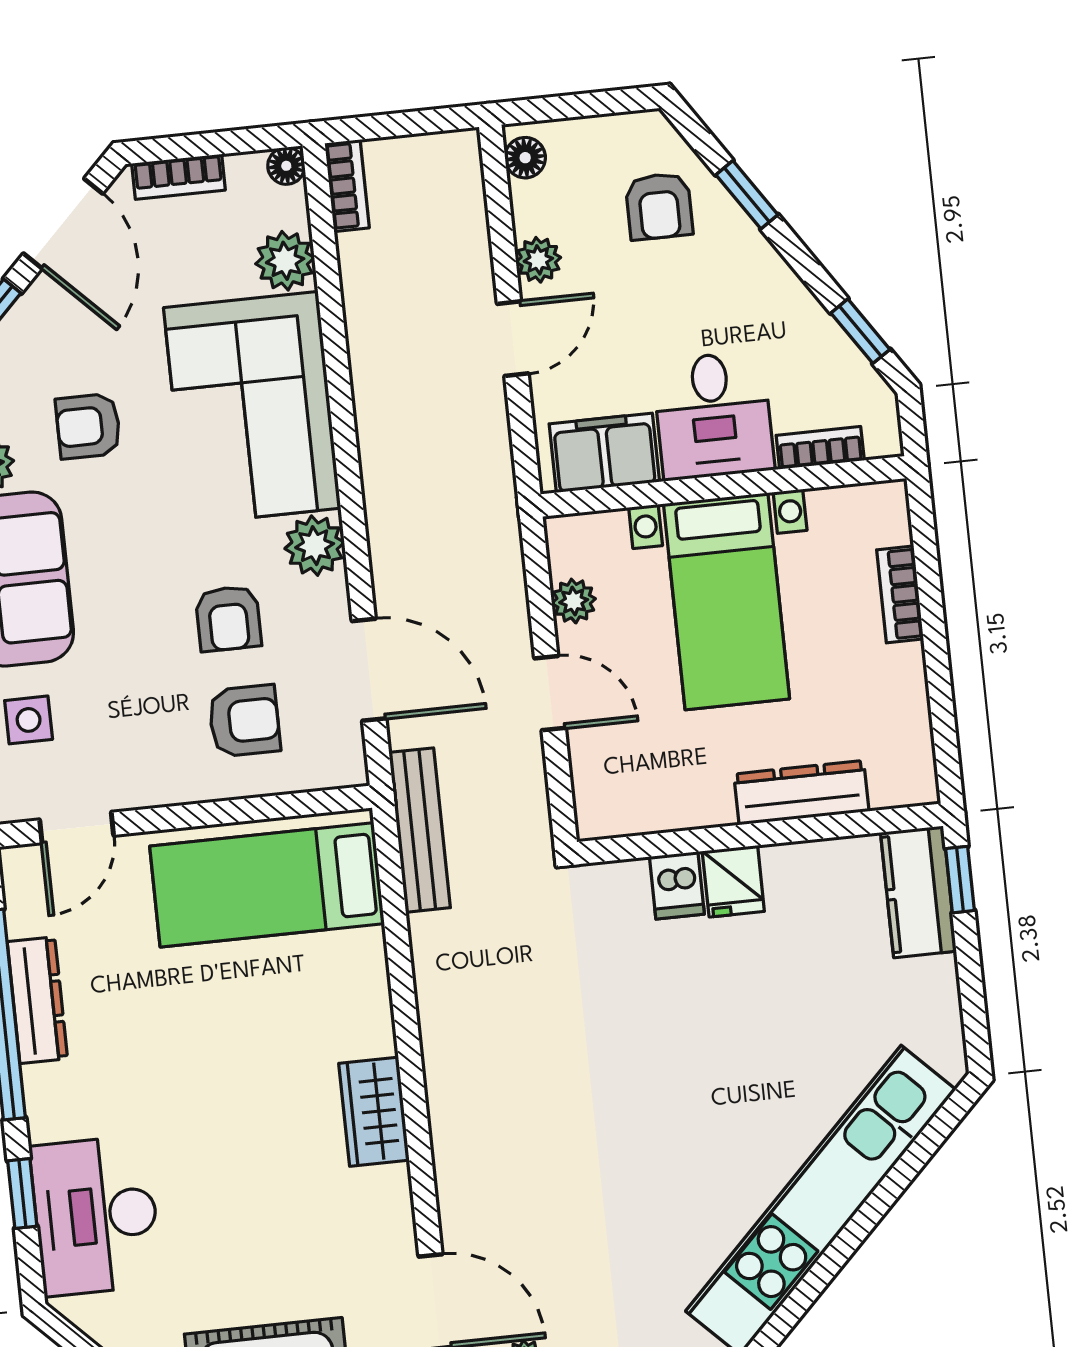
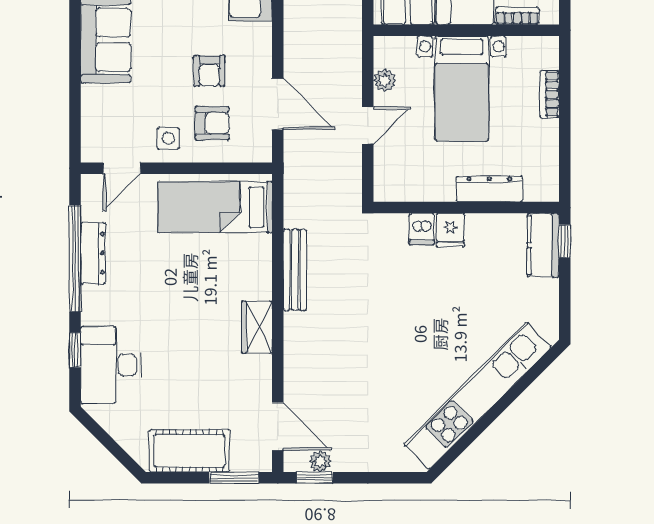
plant: (315, 546) -> (257, 39), removed
door: (550, 693) -> (368, 125), hinge flipped
side table: (29, 720) -> (168, 138), moved
bench: (420, 830) -> (295, 270), moved

